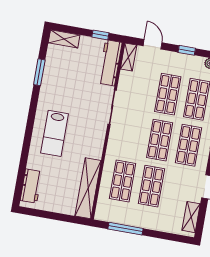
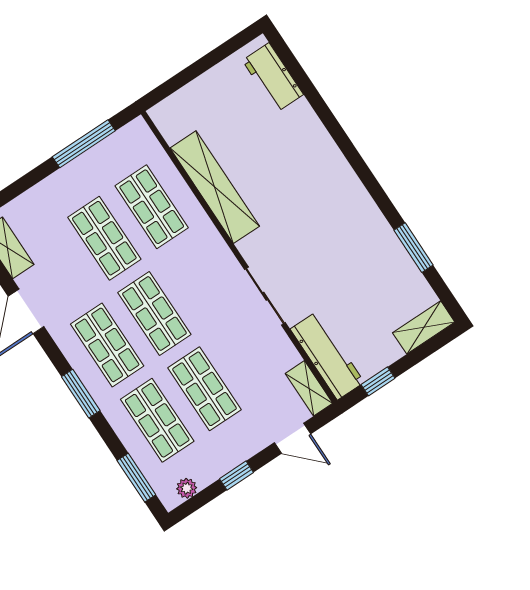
lab bench: (55, 133) -> (310, 183), removed
shelving: (88, 188) -> (215, 187), moved

